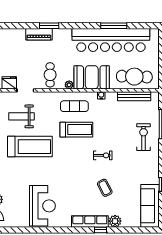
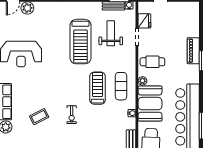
treadmill: (76, 130) -> (98, 88), turned 180

